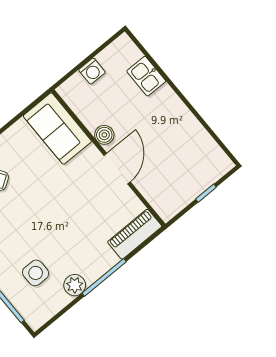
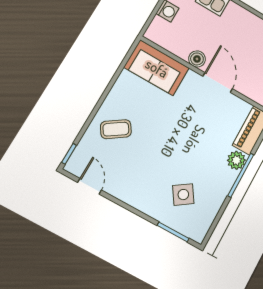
side table: (36, 273) -> (183, 195), turned -34
plant: (75, 285) -> (236, 160), moved

